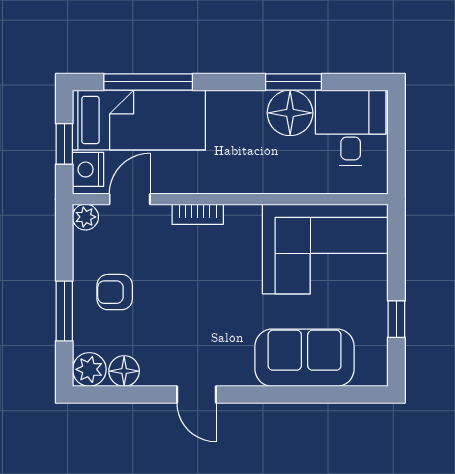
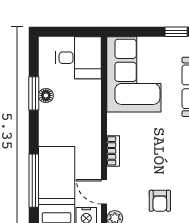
floor lamp: (290, 113) -> (46, 95), width x0.53, depth x0.53
desk: (351, 128) -> (78, 58), moved, turned 180

